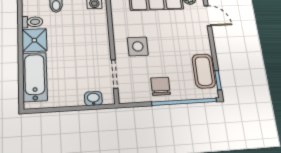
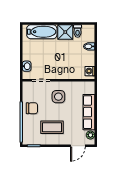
coffee table: (204, 71) -> (52, 127), moved

